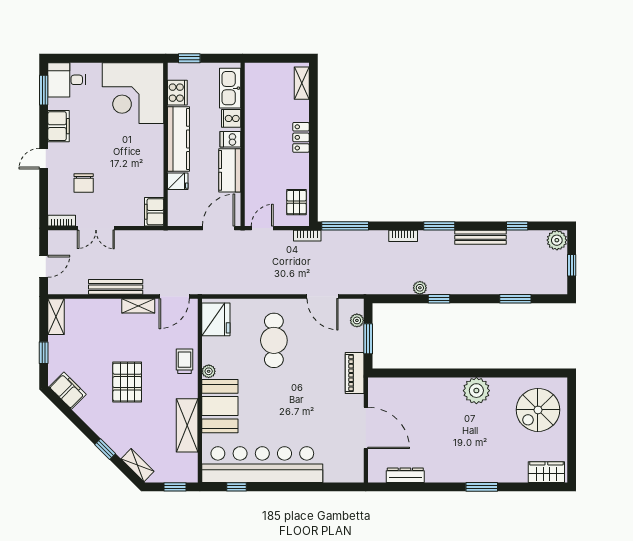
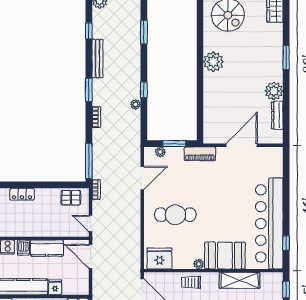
plant: (438, 471) -> (274, 91), added

